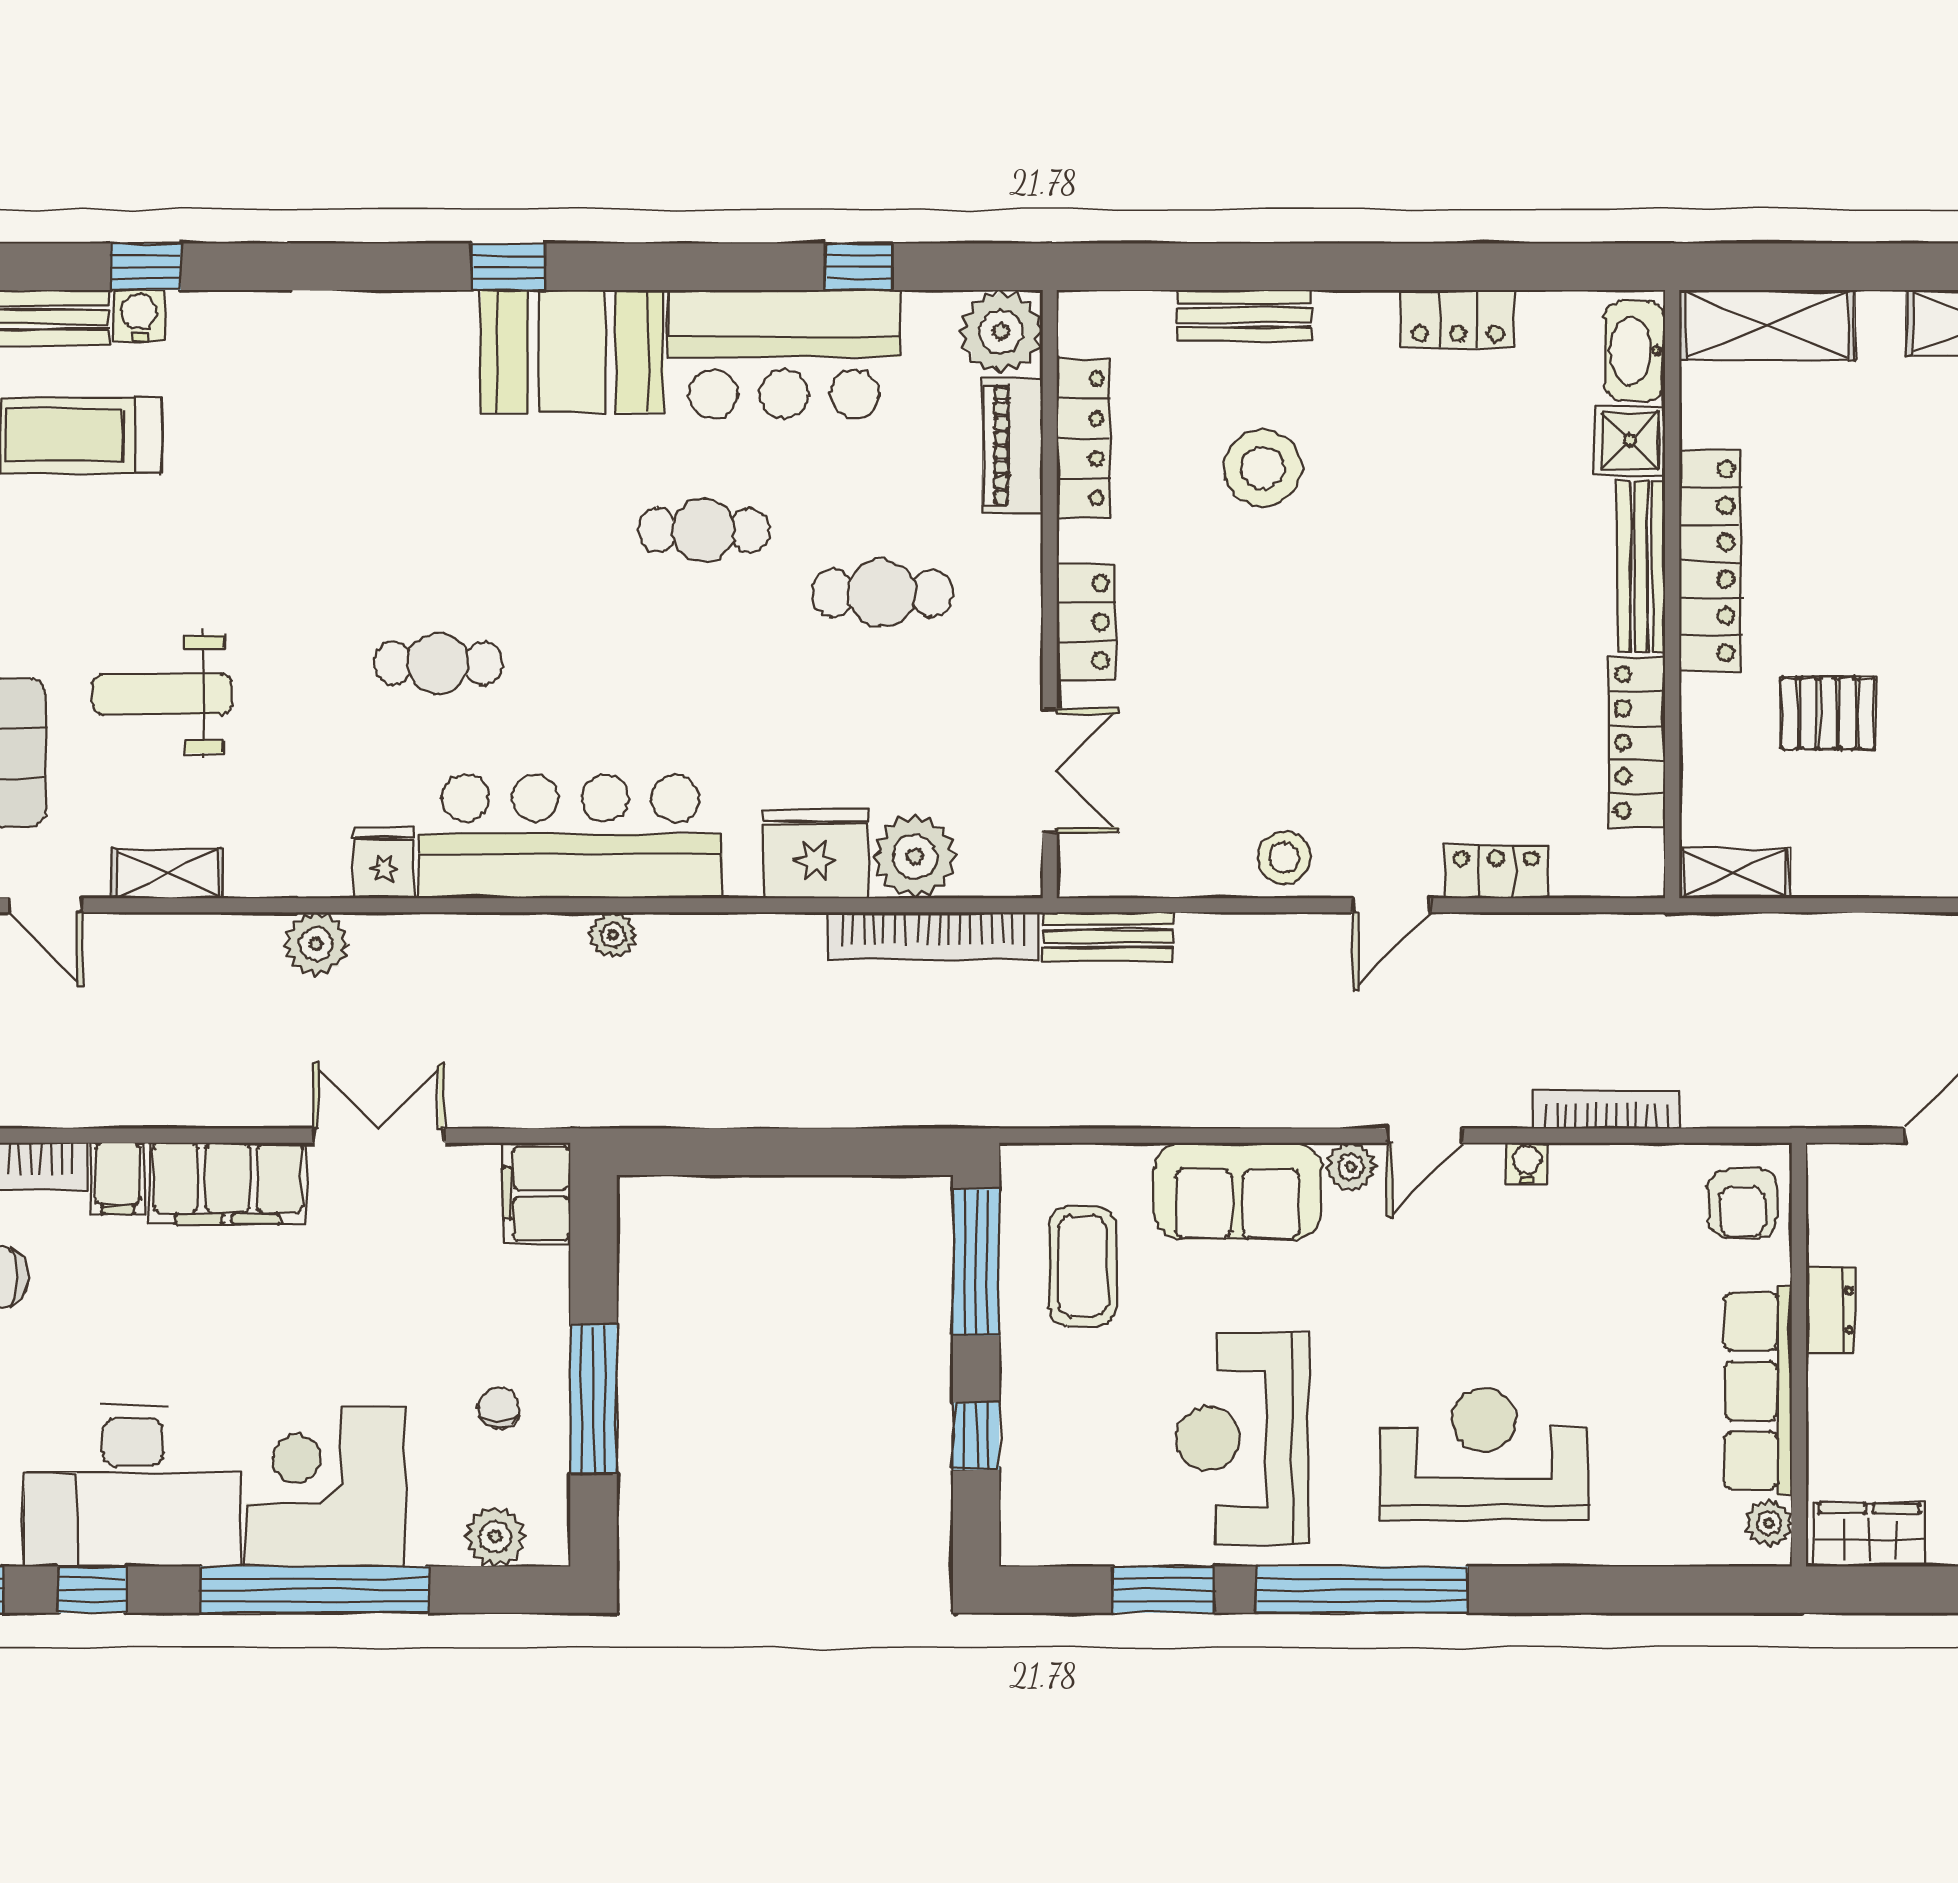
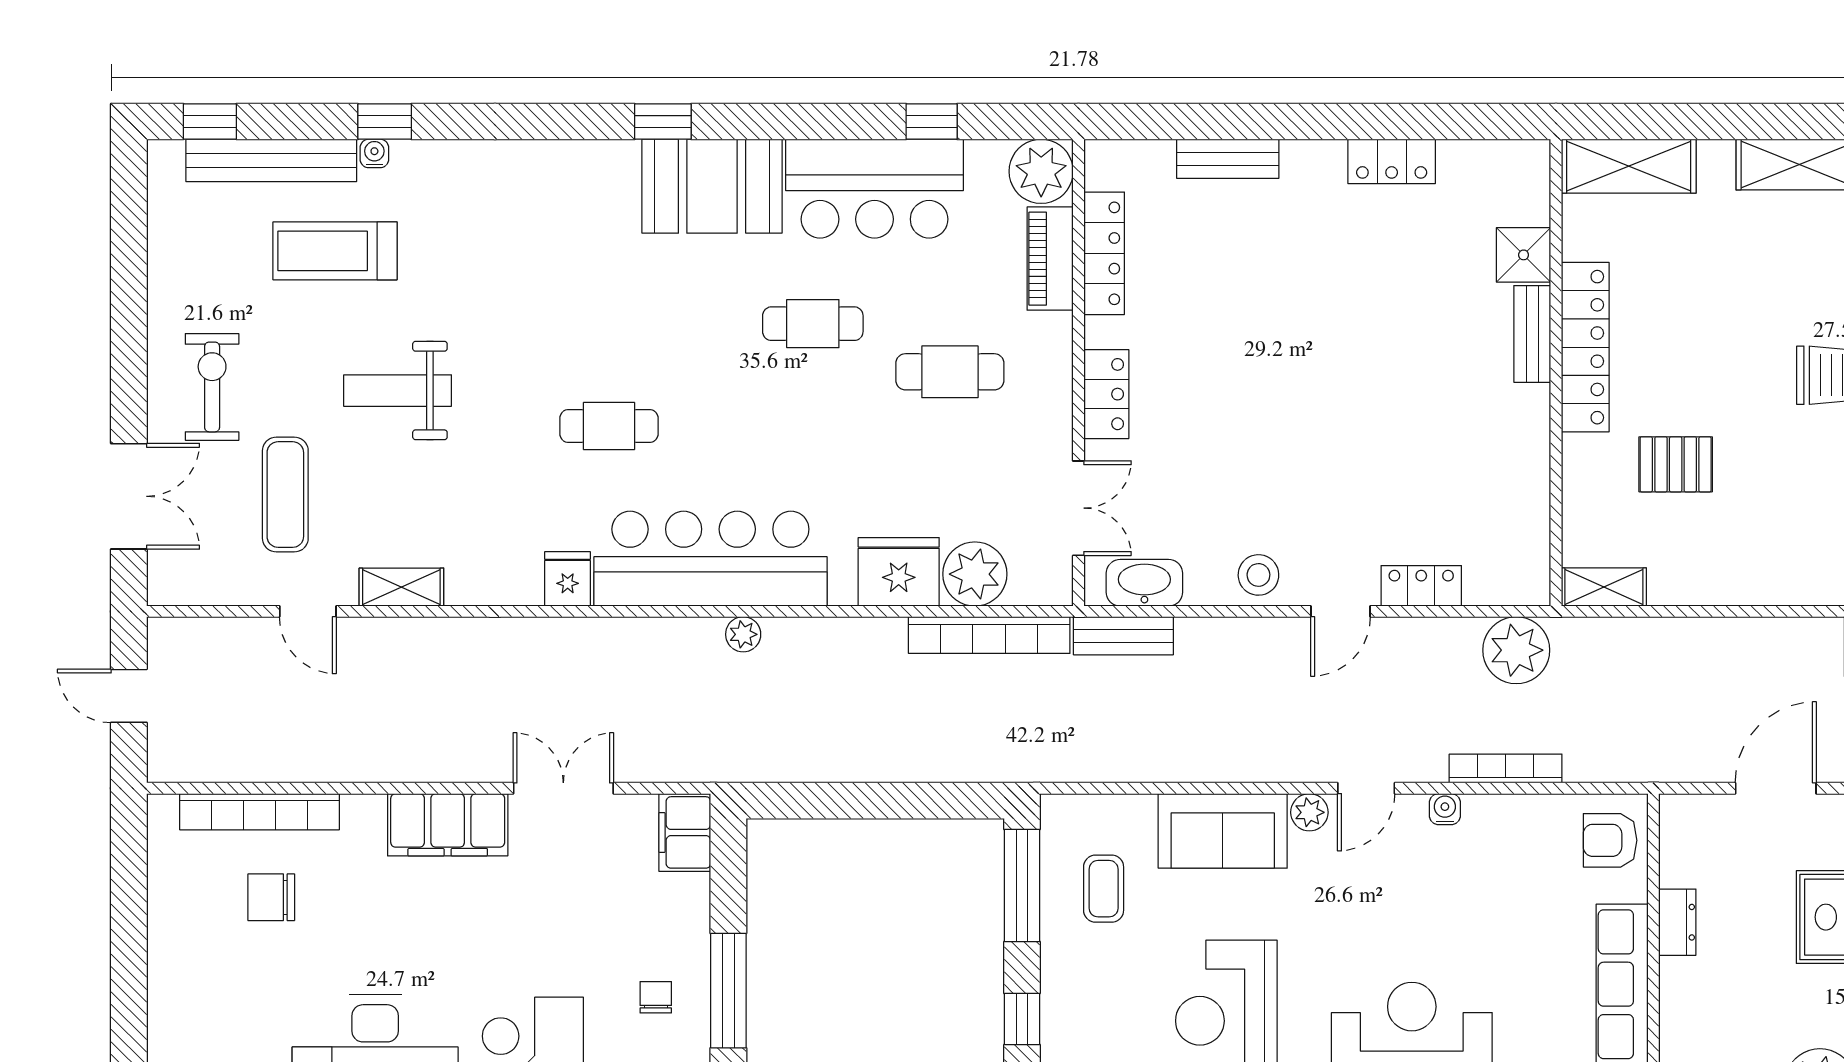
water cooler: (139, 315) -> (374, 153), width x0.72, depth x0.72
washbasin: (1635, 351) -> (1144, 583), moved, turned 90
stool: (1263, 468) -> (1242, 276), removed
bench: (1641, 566) -> (1532, 334), width x0.73
weight bench: (162, 694) -> (398, 391), moved
locker: (1637, 742) -> (1529, 486), removed
plant: (316, 944) -> (1516, 650), moved, width x1.36, depth x1.36
filing cabinet: (118, 1178) -> (363, 821), removed
armchair: (1742, 1203) -> (1610, 840), turned 90
coffee table: (1082, 1266) -> (1104, 889), width x0.73, depth x0.77

